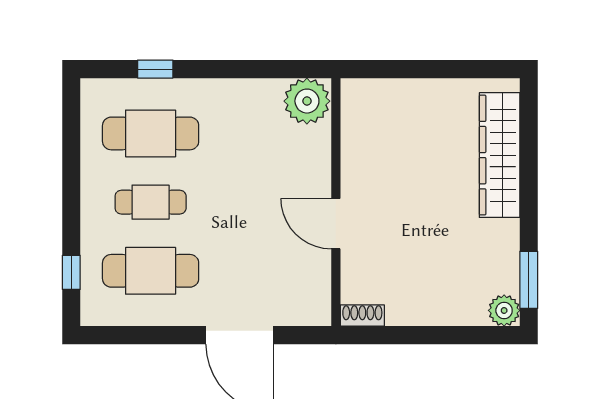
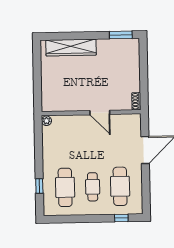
plant: (307, 101) -> (47, 121), width x0.53, depth x0.53
door: (336, 224) -> (100, 113), hinge flipped
plant: (504, 310) -> (133, 45), removed

